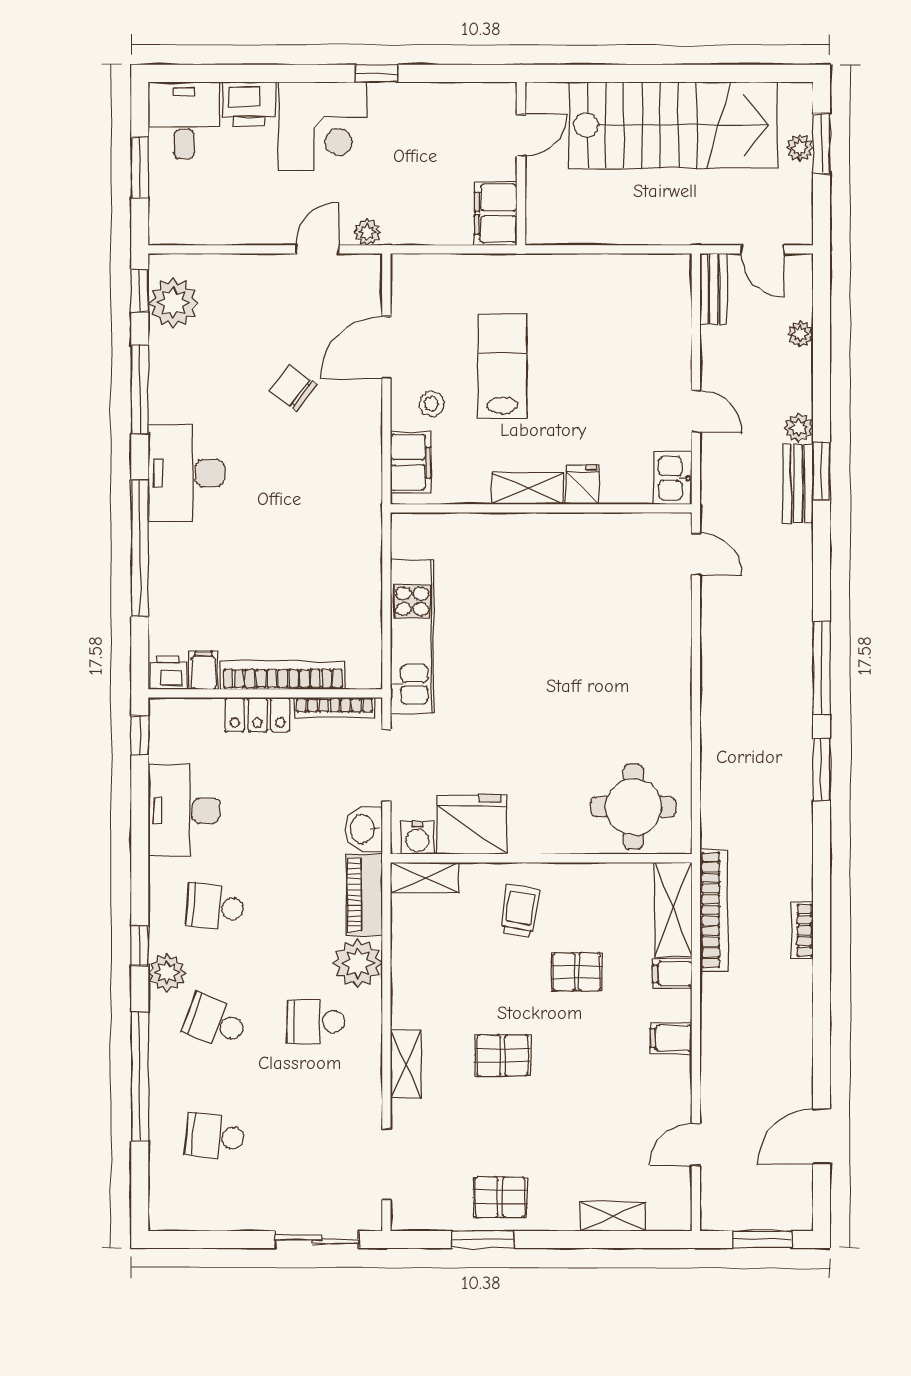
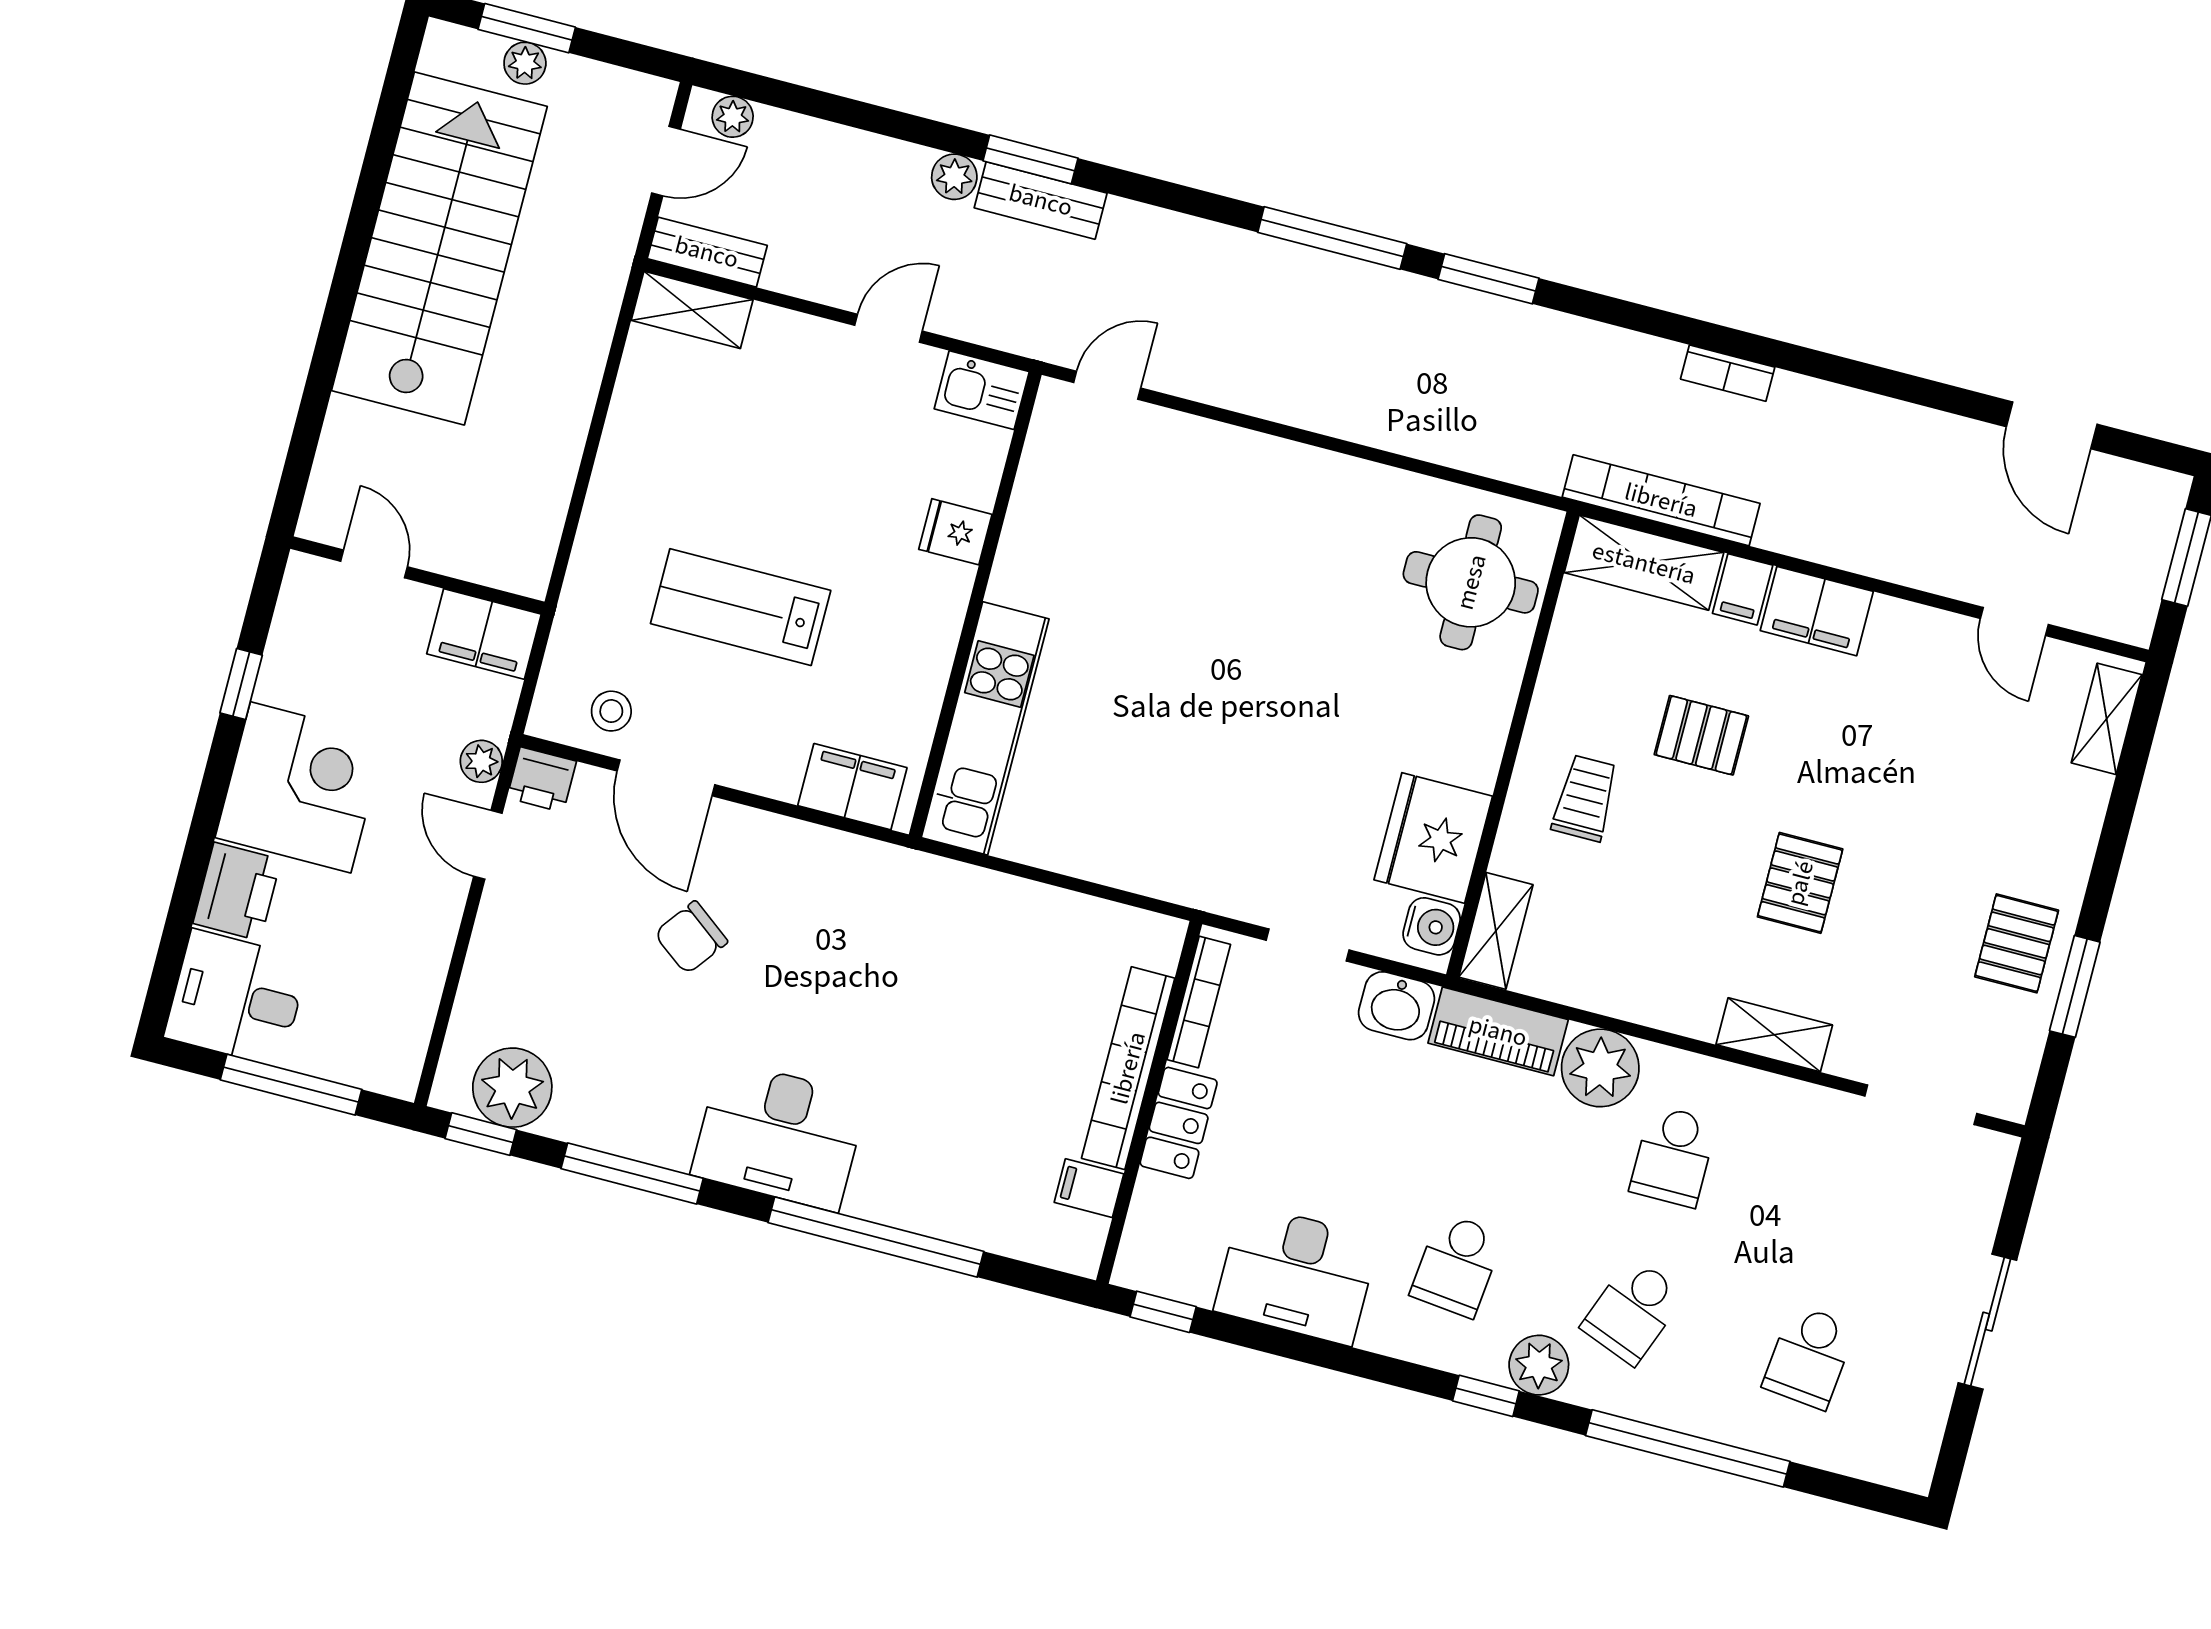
door: (521, 135) -> (374, 564), moved
wall: (521, 164) -> (417, 575), moved
window: (140, 167) -> (291, 1085), width x1.44
filing cabinet: (496, 213) -> (484, 634), moved
plant: (800, 334) -> (733, 117), moved
stool: (432, 404) -> (611, 711), moved
shelving: (528, 488) -> (692, 310), moved, turned 90
kitchen unit: (412, 637) -> (985, 728), moved, turned 90
printer: (168, 673) -> (542, 780), moved, turned -90
doorway: (386, 765) -> (1308, 945), width x0.73
trolley: (520, 911) -> (1585, 798), turned 81
pallet: (577, 972) -> (1701, 735), turned 90
filing cabinet: (671, 1038) -> (1817, 611), width x2.00
shelving: (613, 1216) -> (2107, 719), moved
sliding door: (317, 1239) -> (1987, 1322), moved

